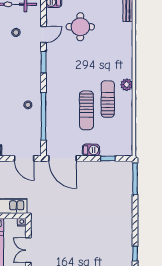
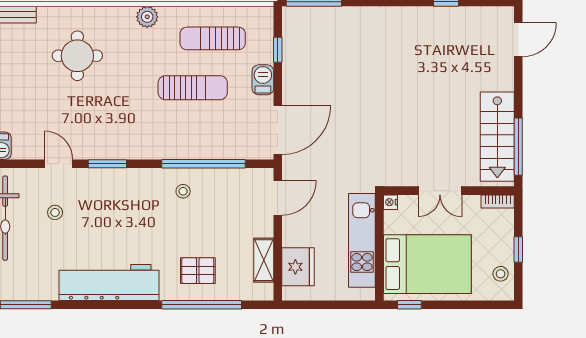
round table: (80, 27) -> (77, 56), moved
sun lounger: (108, 99) -> (213, 38), moved

